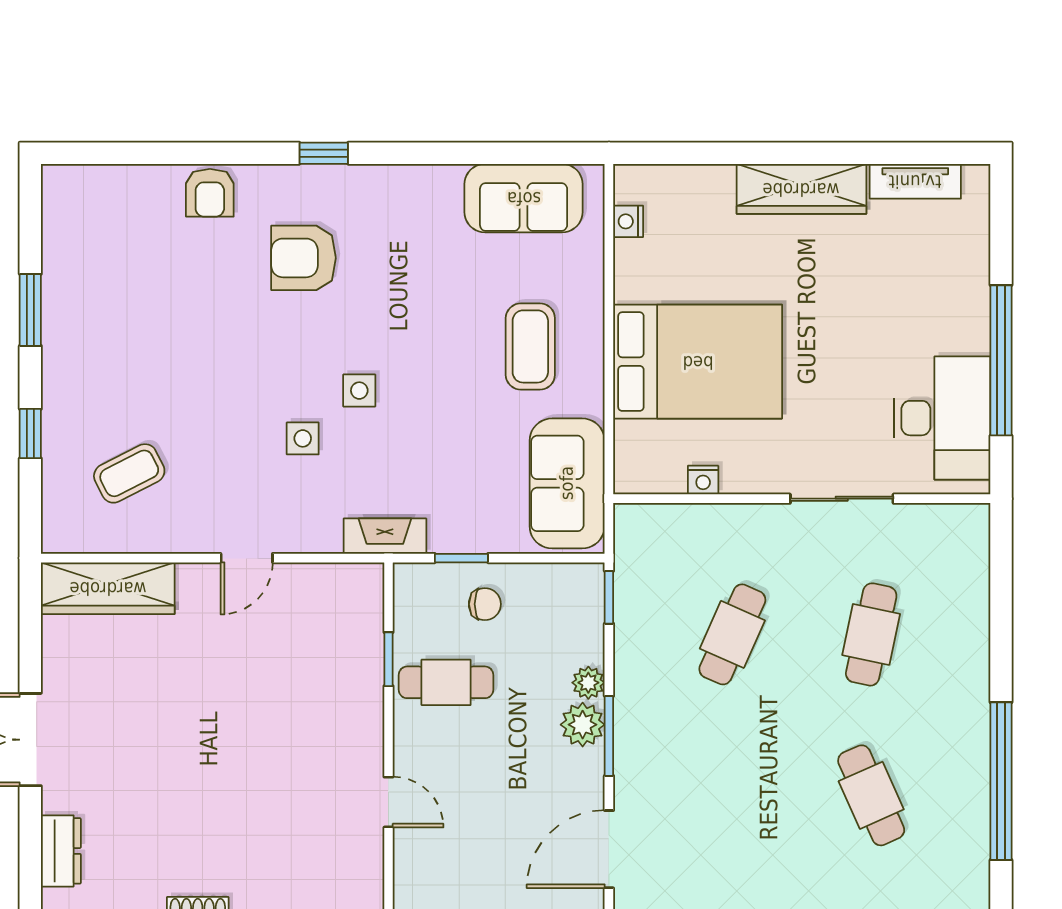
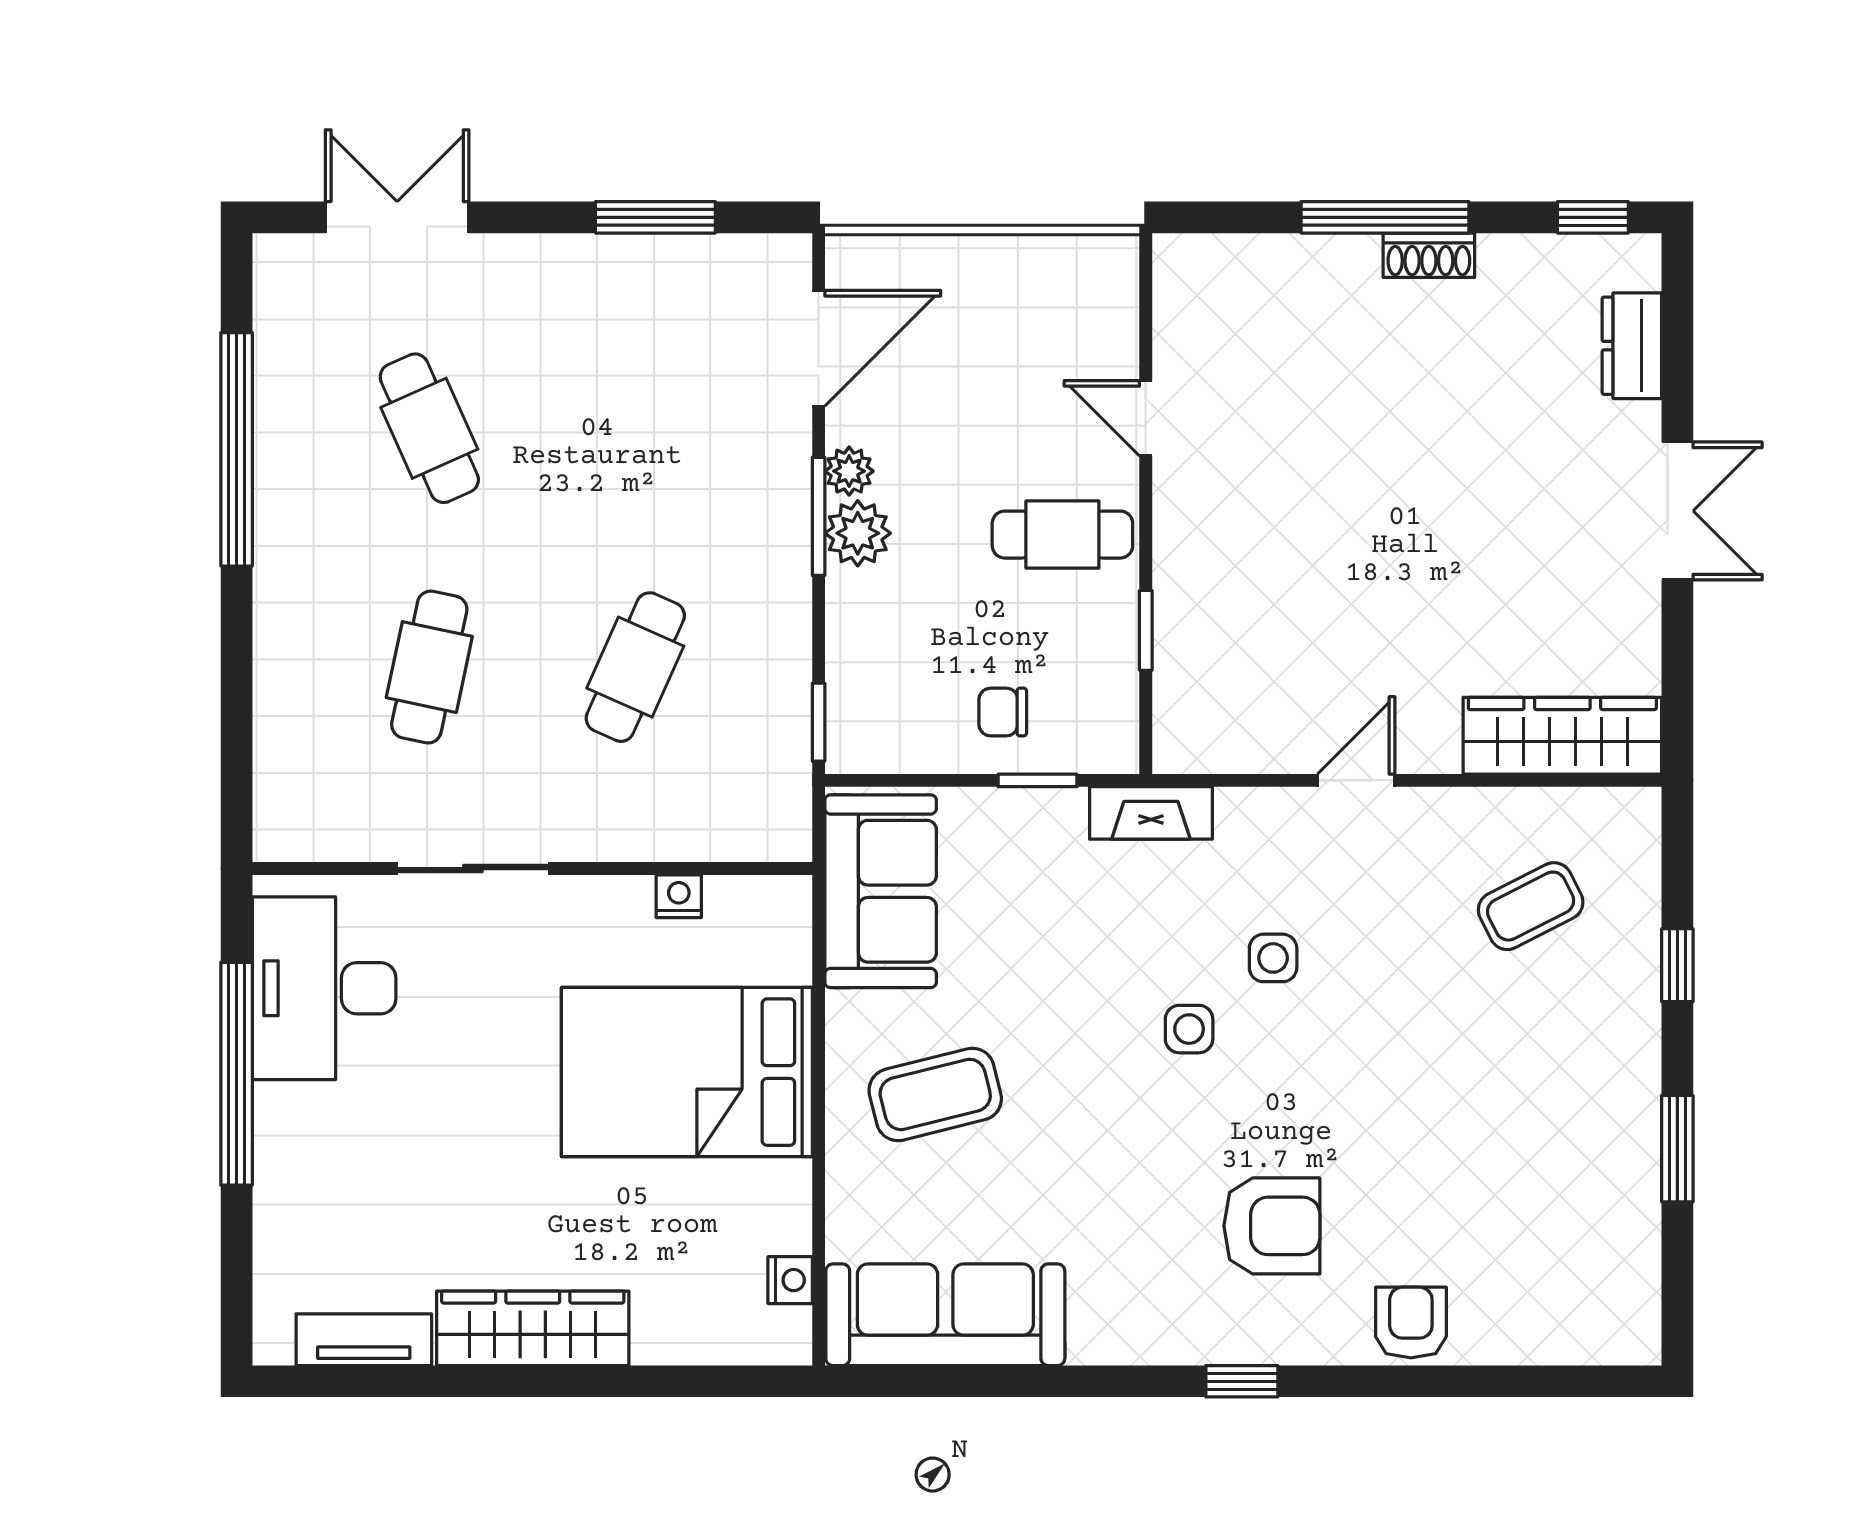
sofa: (524, 198) -> (945, 1315), width x1.36
coffee table: (530, 346) -> (935, 1094), turned 76
cafe table: (446, 682) -> (1062, 535), moved
plant: (588, 683) -> (849, 471), moved

